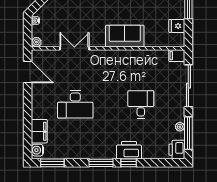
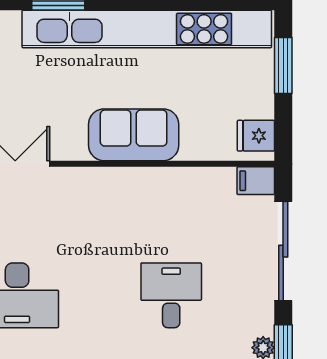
fridge: (177, 26) -> (256, 136), moved

